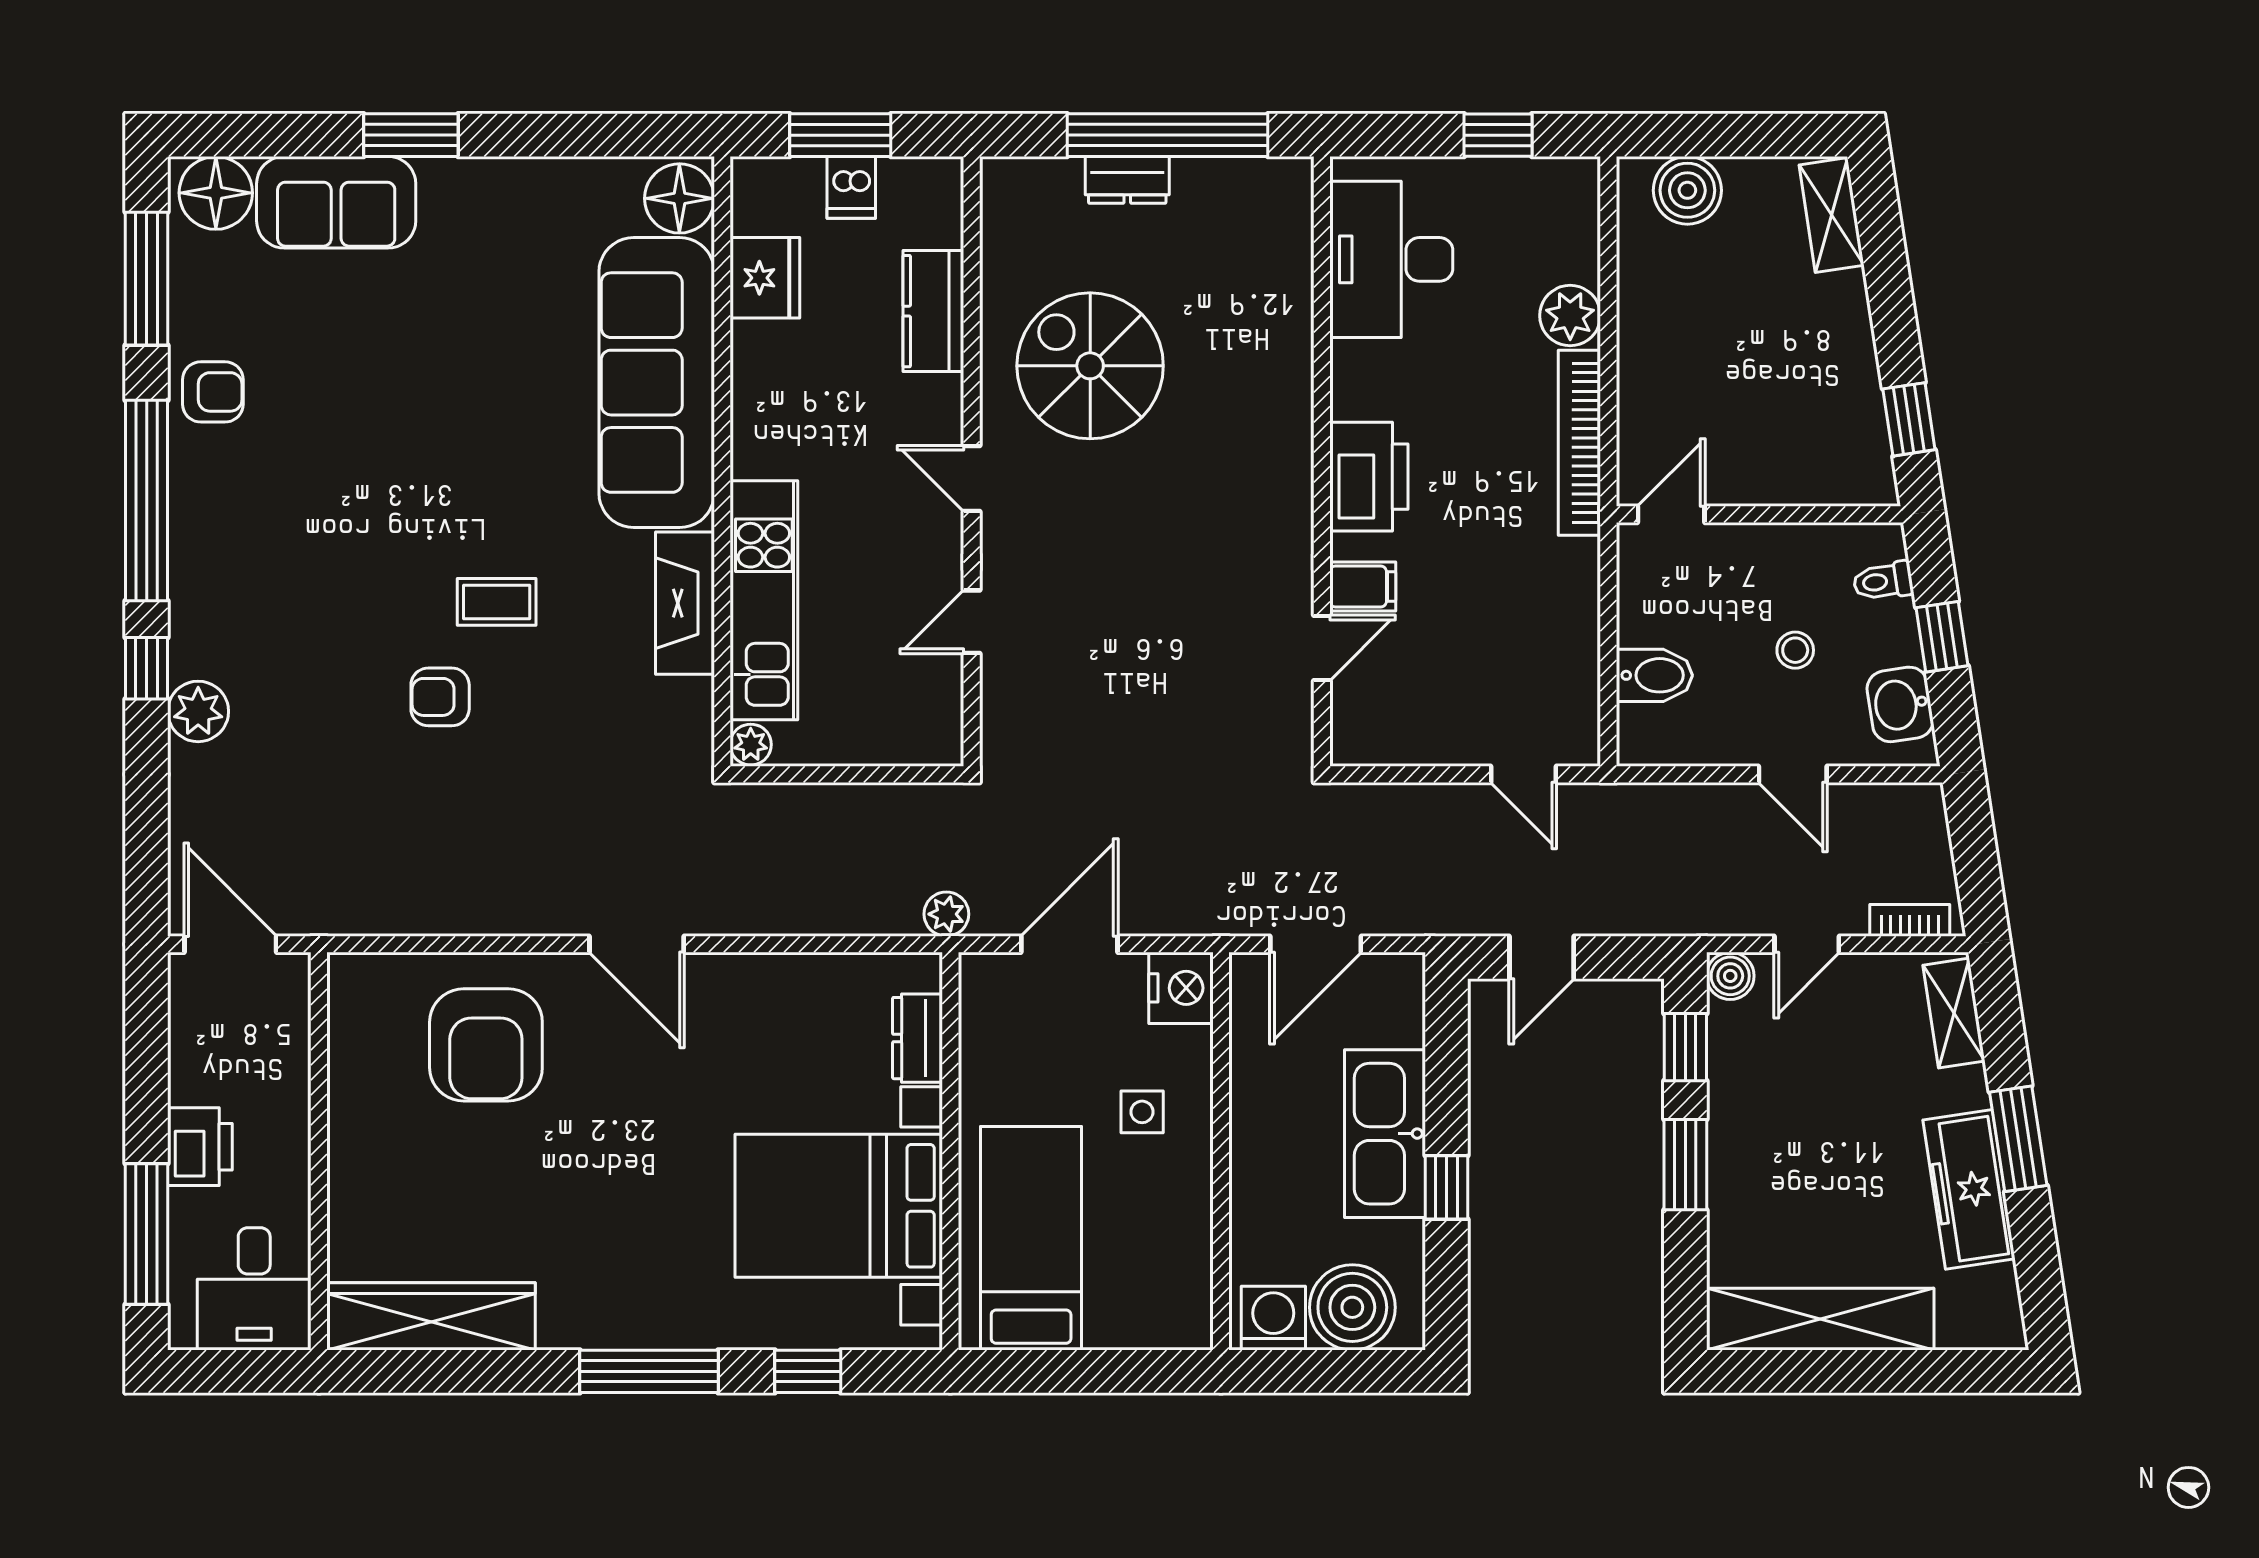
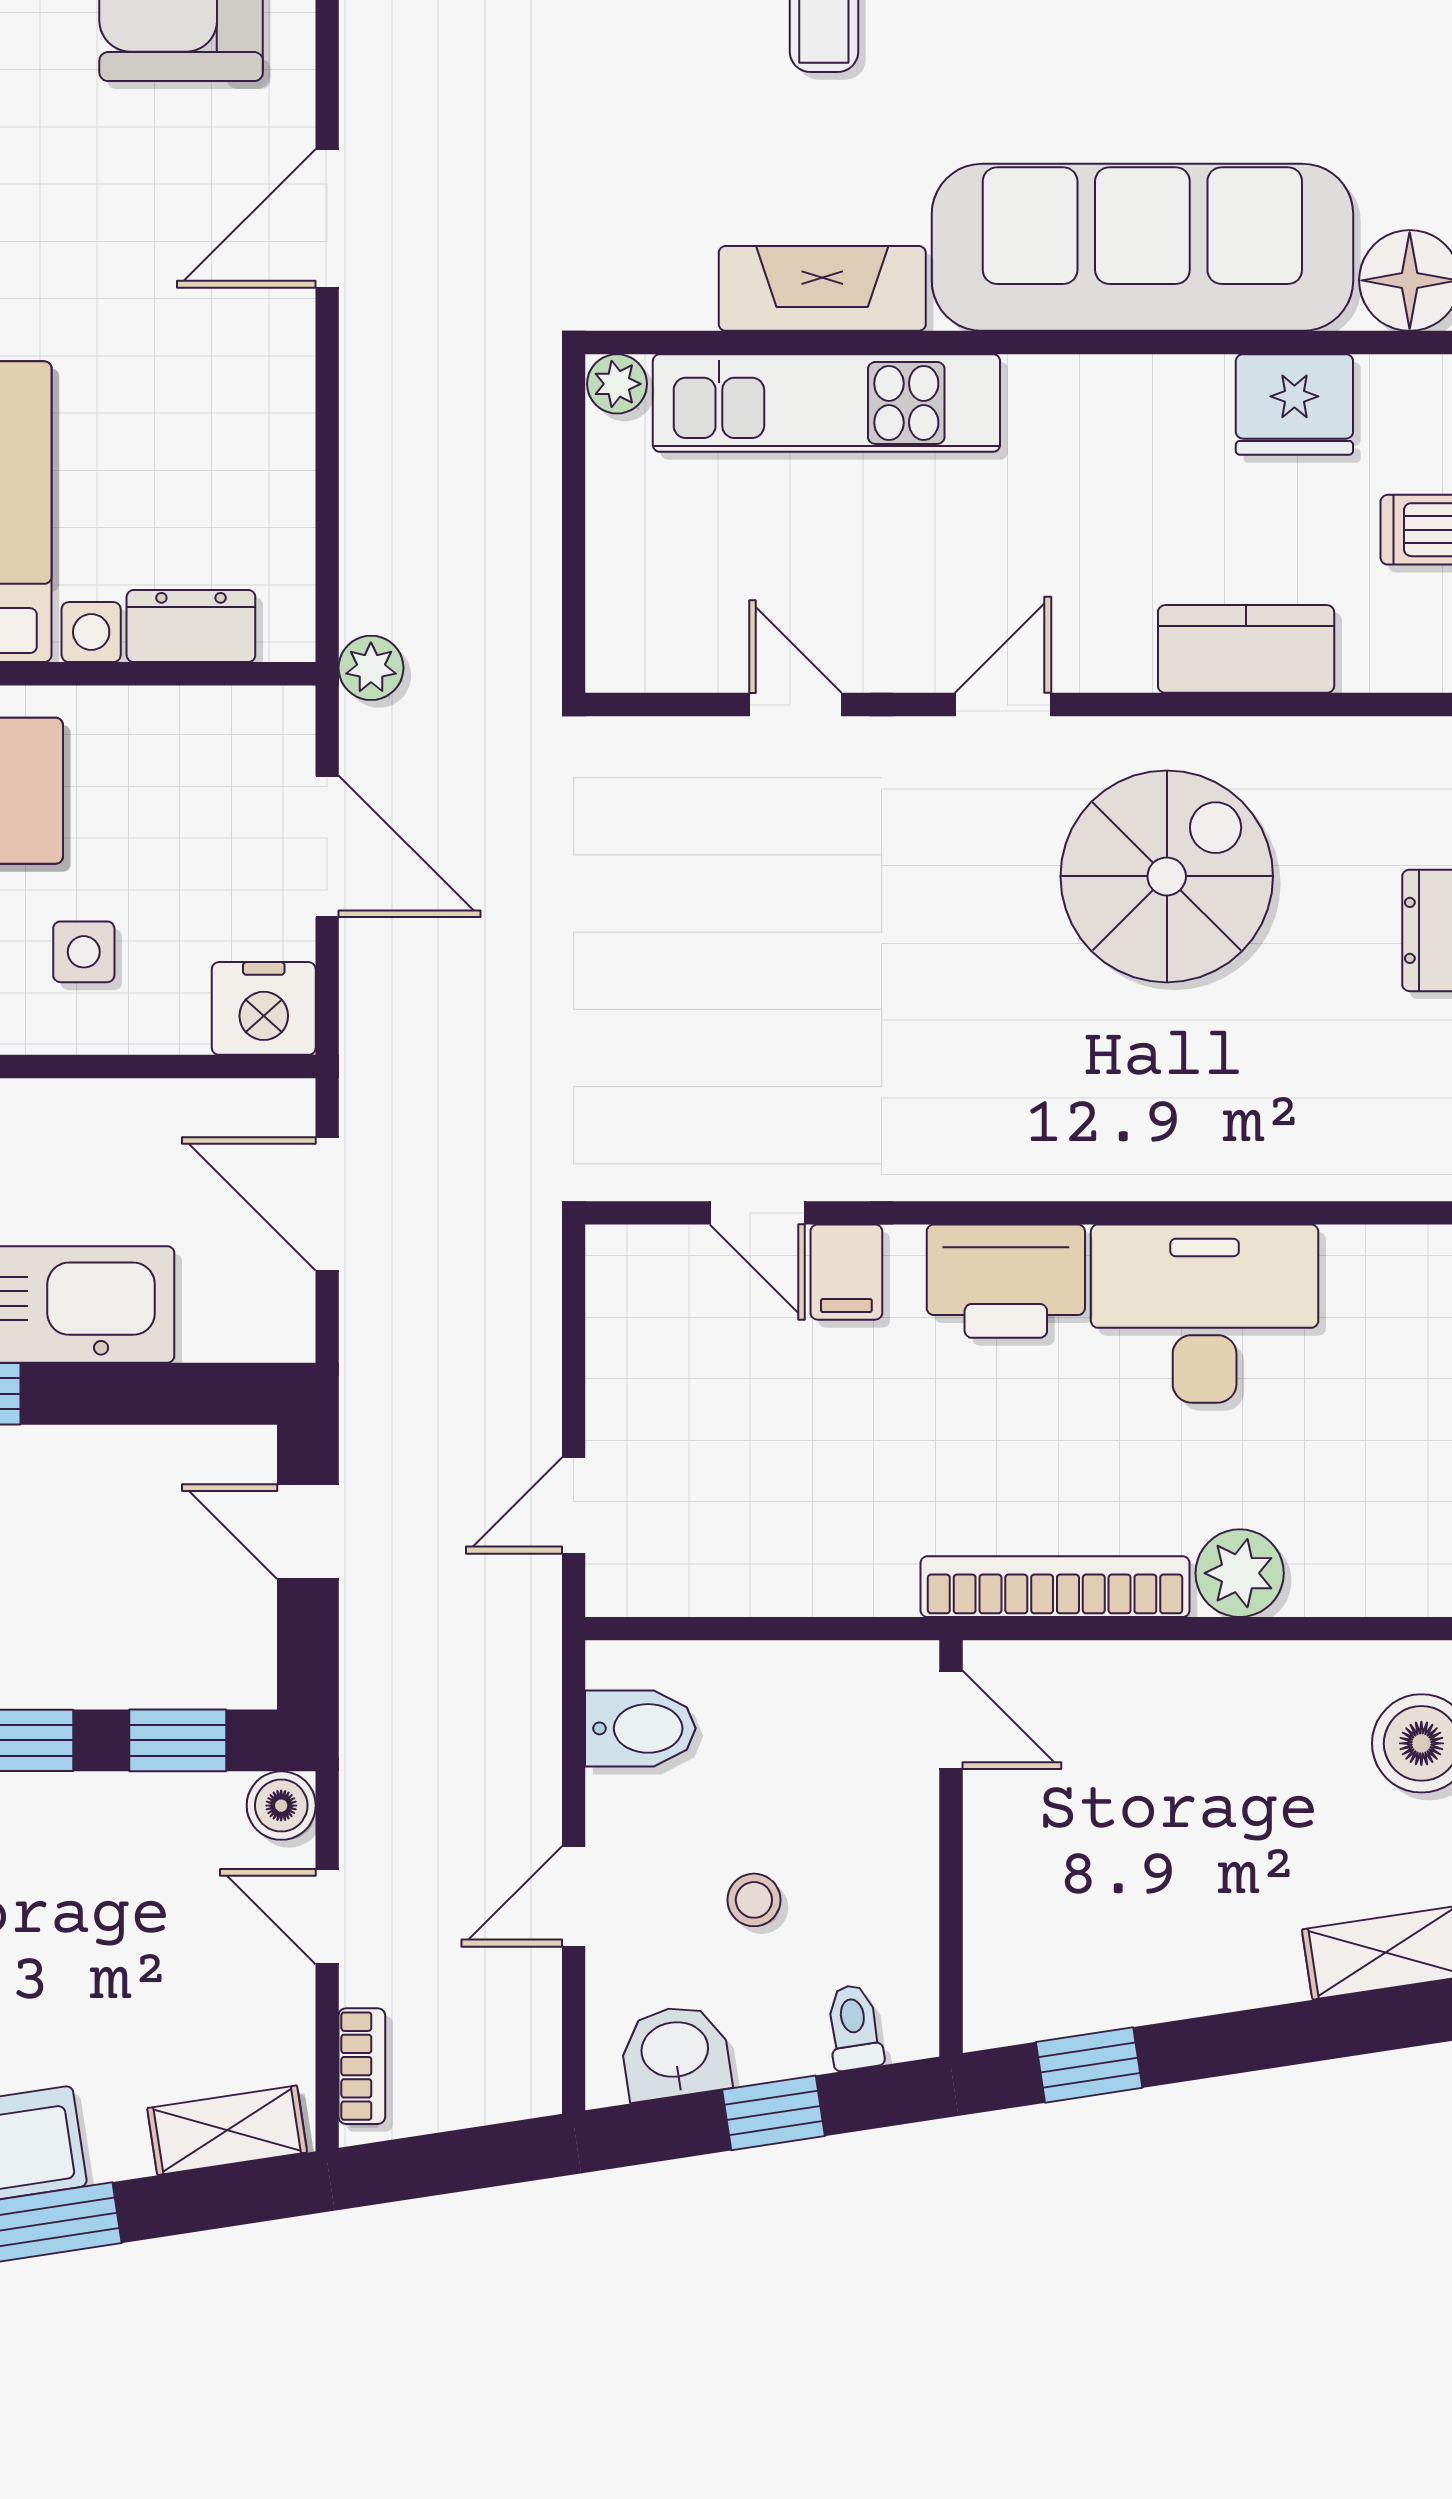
desk: (1391, 259) -> (1205, 1314), moved
bidet: (1654, 675) -> (640, 1728), moved, turned -90

